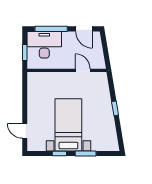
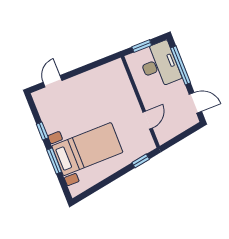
door: (84, 29) -> (195, 103), swing flipped
window: (115, 108) -> (141, 161), moved
bed with nightstands: (68, 125) -> (87, 149), moved

